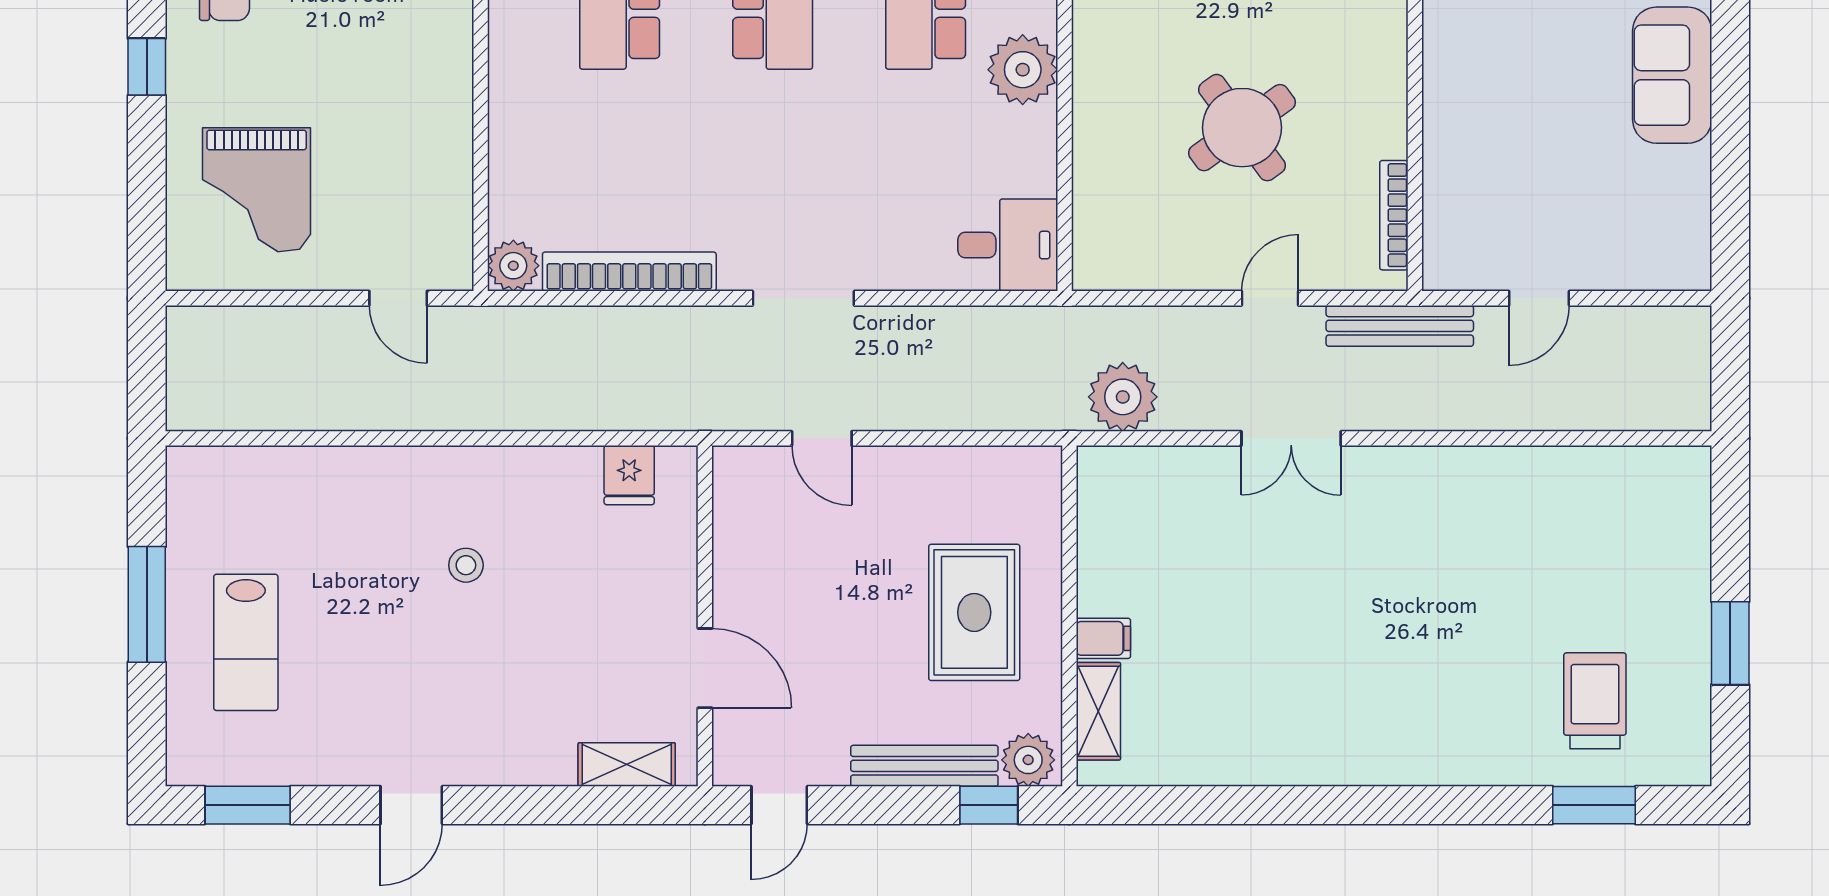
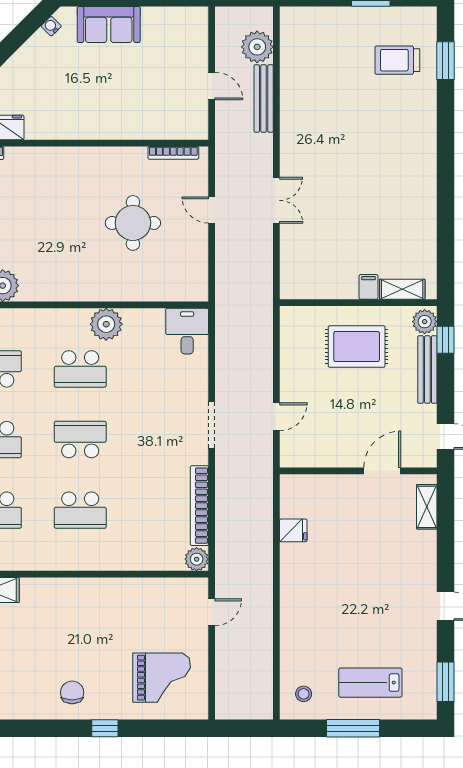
round table: (1242, 128) -> (133, 223), turned 36
bench: (1400, 326) -> (264, 98), moved
plant: (1123, 397) -> (257, 47), moved
fridge: (629, 475) -> (293, 530), moved
stool: (466, 565) -> (304, 694), moved
lab bench: (246, 642) -> (370, 683), turned 180

